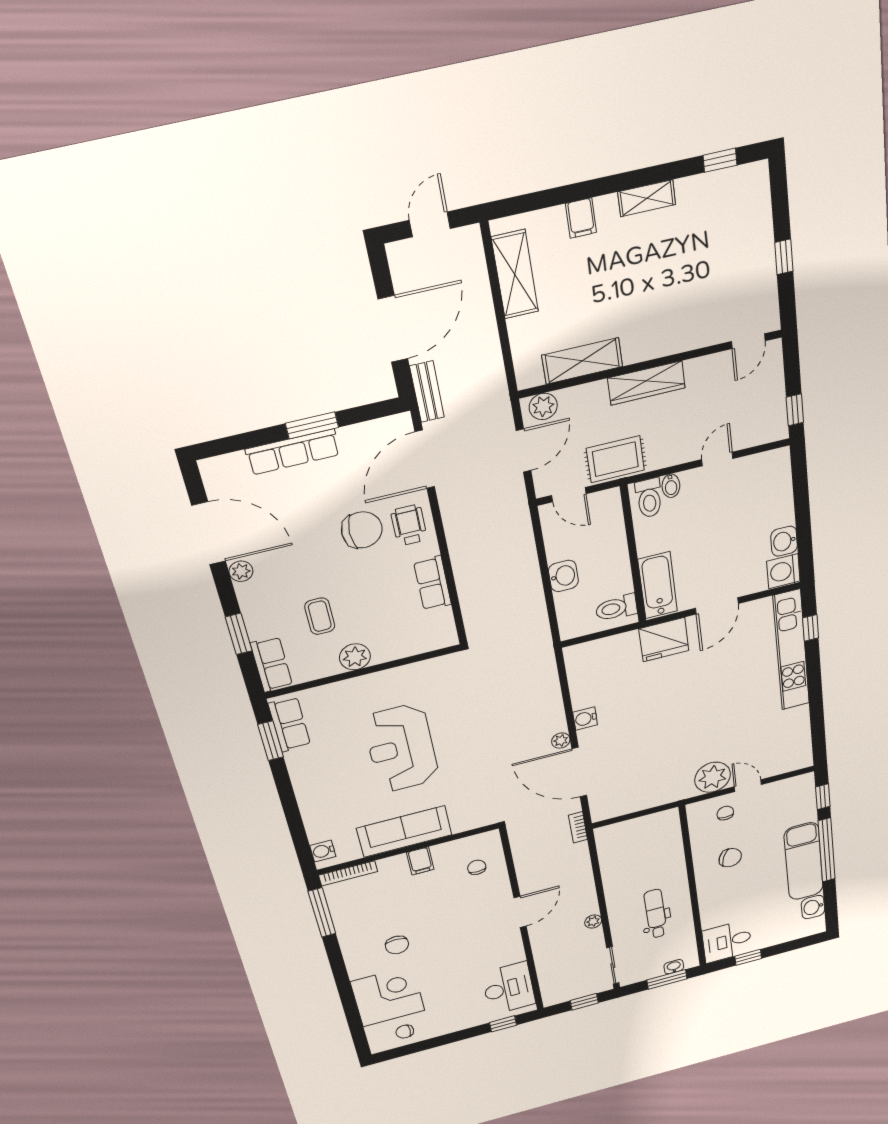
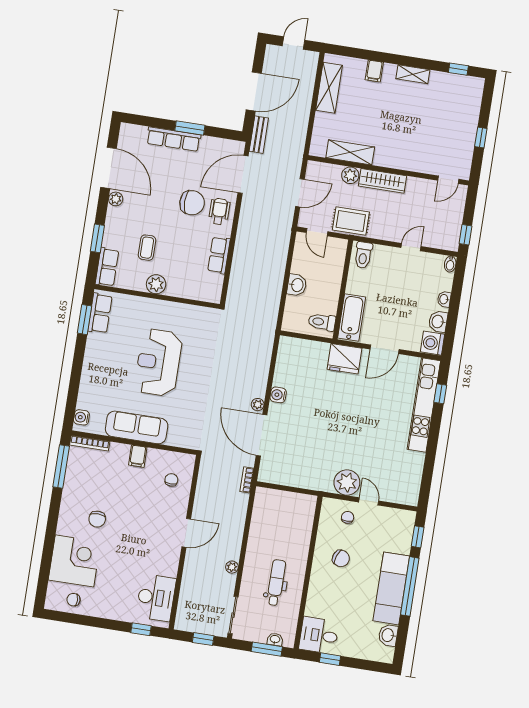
plant: (543, 406) -> (350, 175), moved
bidet: (671, 486) -> (450, 264), moved
washbasin: (785, 509) -> (444, 299), added

